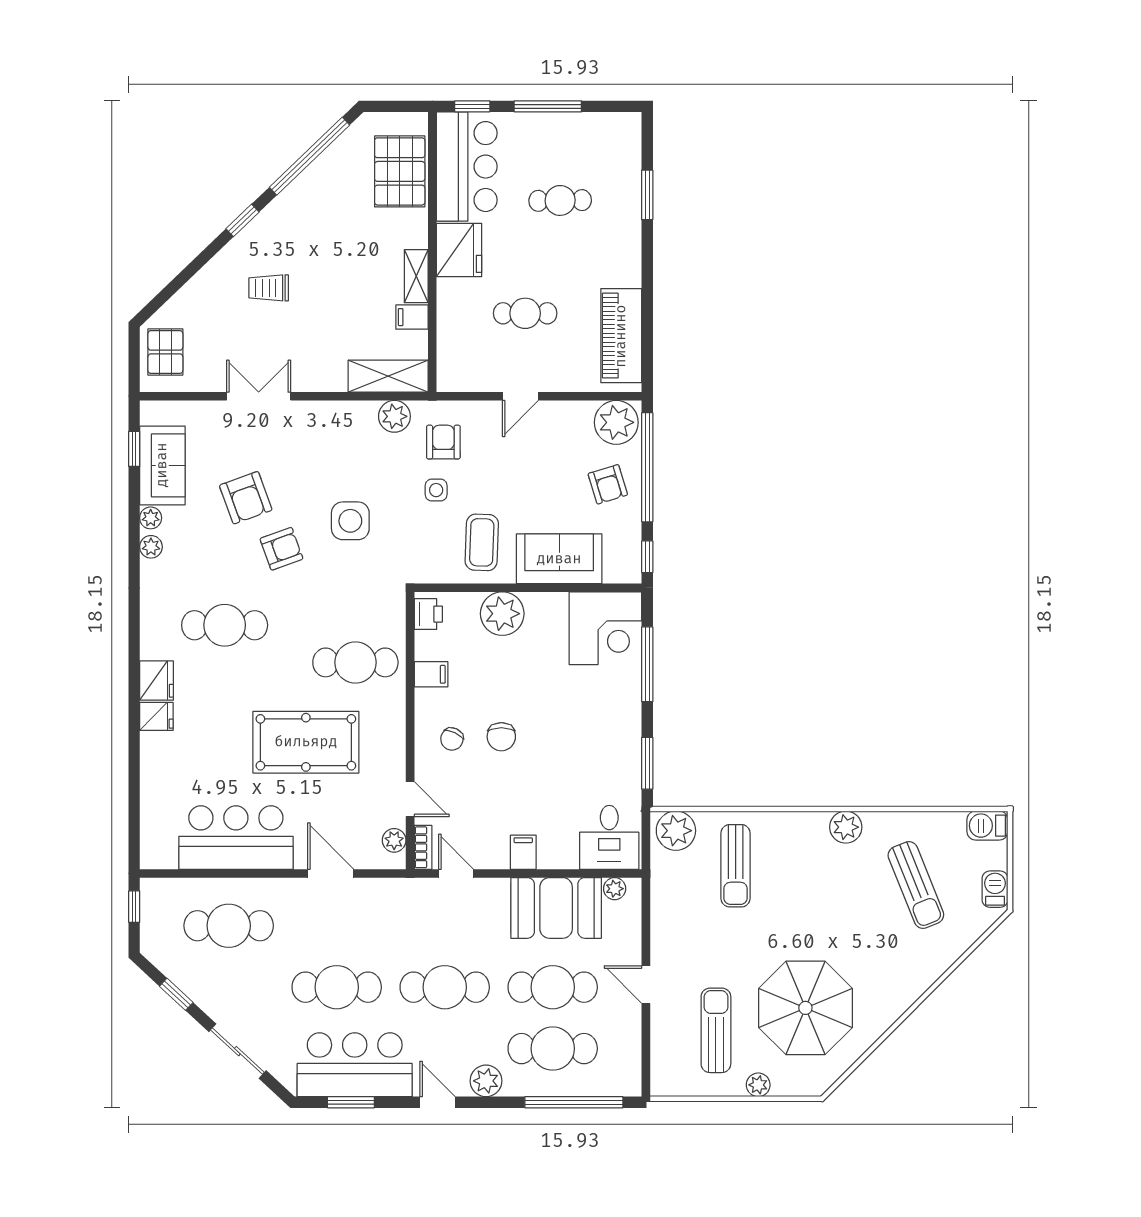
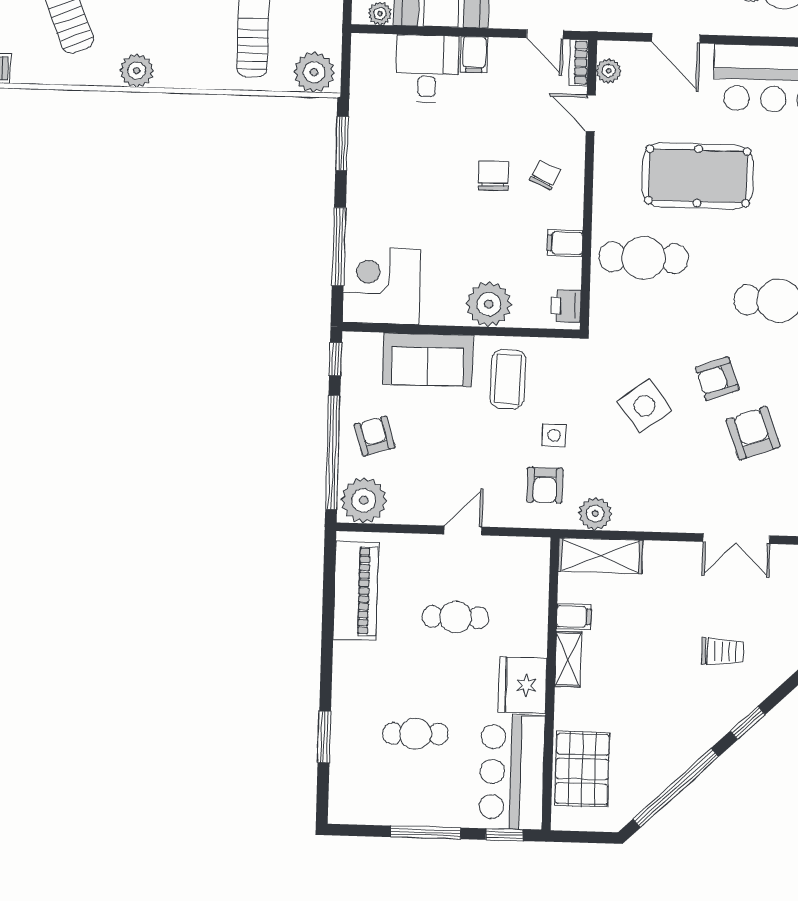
side table: (350, 521) -> (644, 406), turned -37
desk: (609, 837) -> (427, 69), moved

